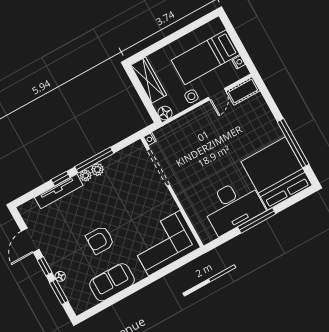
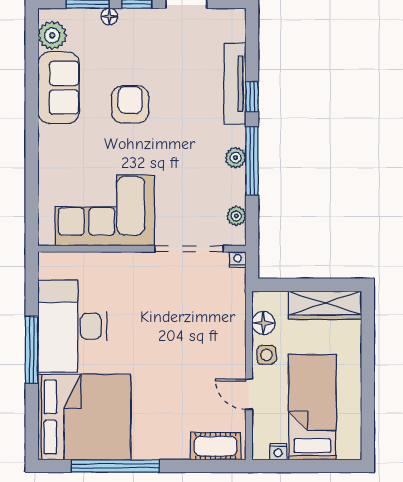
cot: (243, 91) -> (216, 446), moved, turned 90
floor lamp: (165, 113) -> (263, 323), moved
plant: (86, 175) -> (236, 216), moved
corner sofa: (164, 243) -> (105, 210), moved, turned -90
plant: (87, 301) -> (52, 35), added

